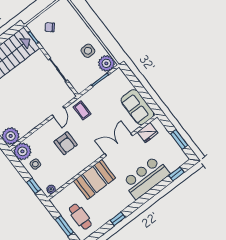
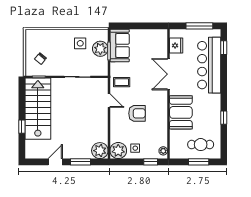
plant: (106, 63) -> (100, 49), moved
sofa: (137, 107) -> (120, 46), moved, turned -90
window: (179, 140) -> (199, 26), width x1.44
bar counter: (146, 178) -> (209, 65), width x1.36

